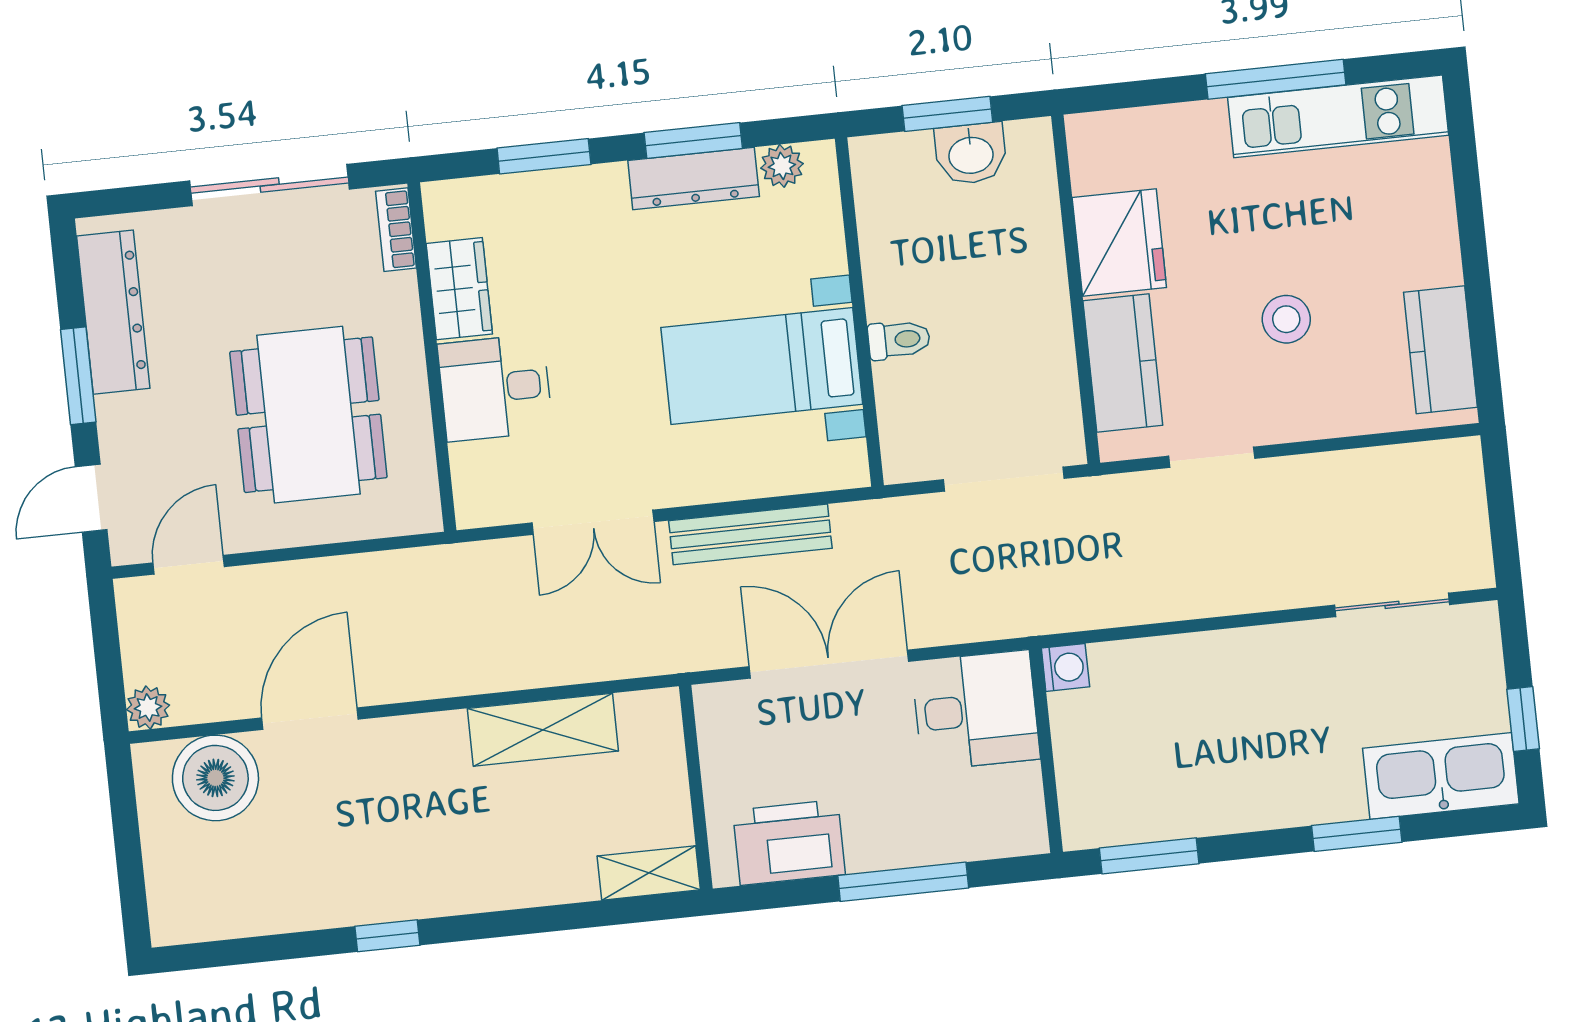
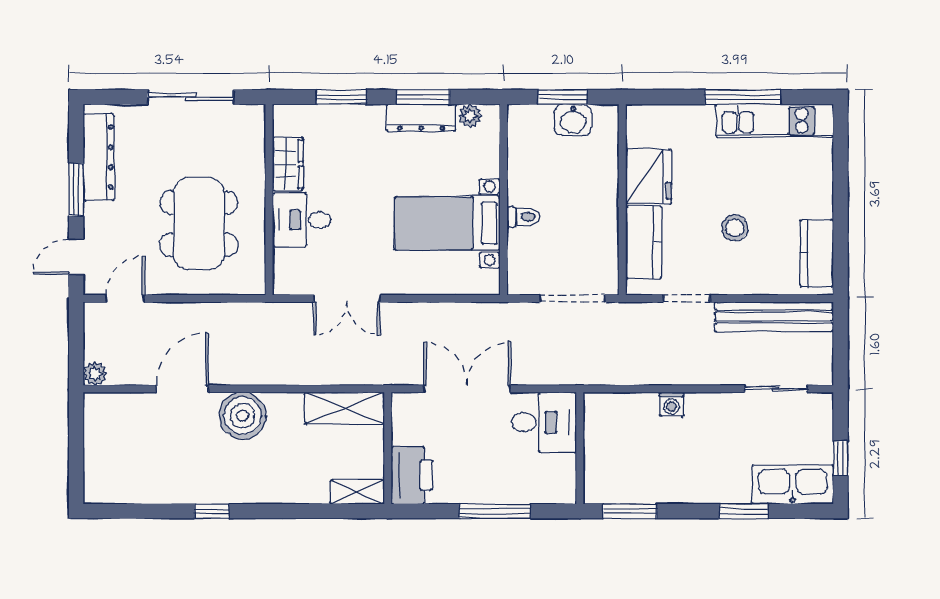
bookcase: (396, 230) -> (257, 128), removed
bench: (750, 534) -> (774, 317), moved, width x1.37, depth x1.21
washing machine: (1065, 667) -> (672, 404), moved, turned 90
shelving: (543, 730) -> (345, 408), moved
boiler: (215, 778) -> (243, 416), moved
printer: (789, 842) -> (412, 475), moved, turned 90

